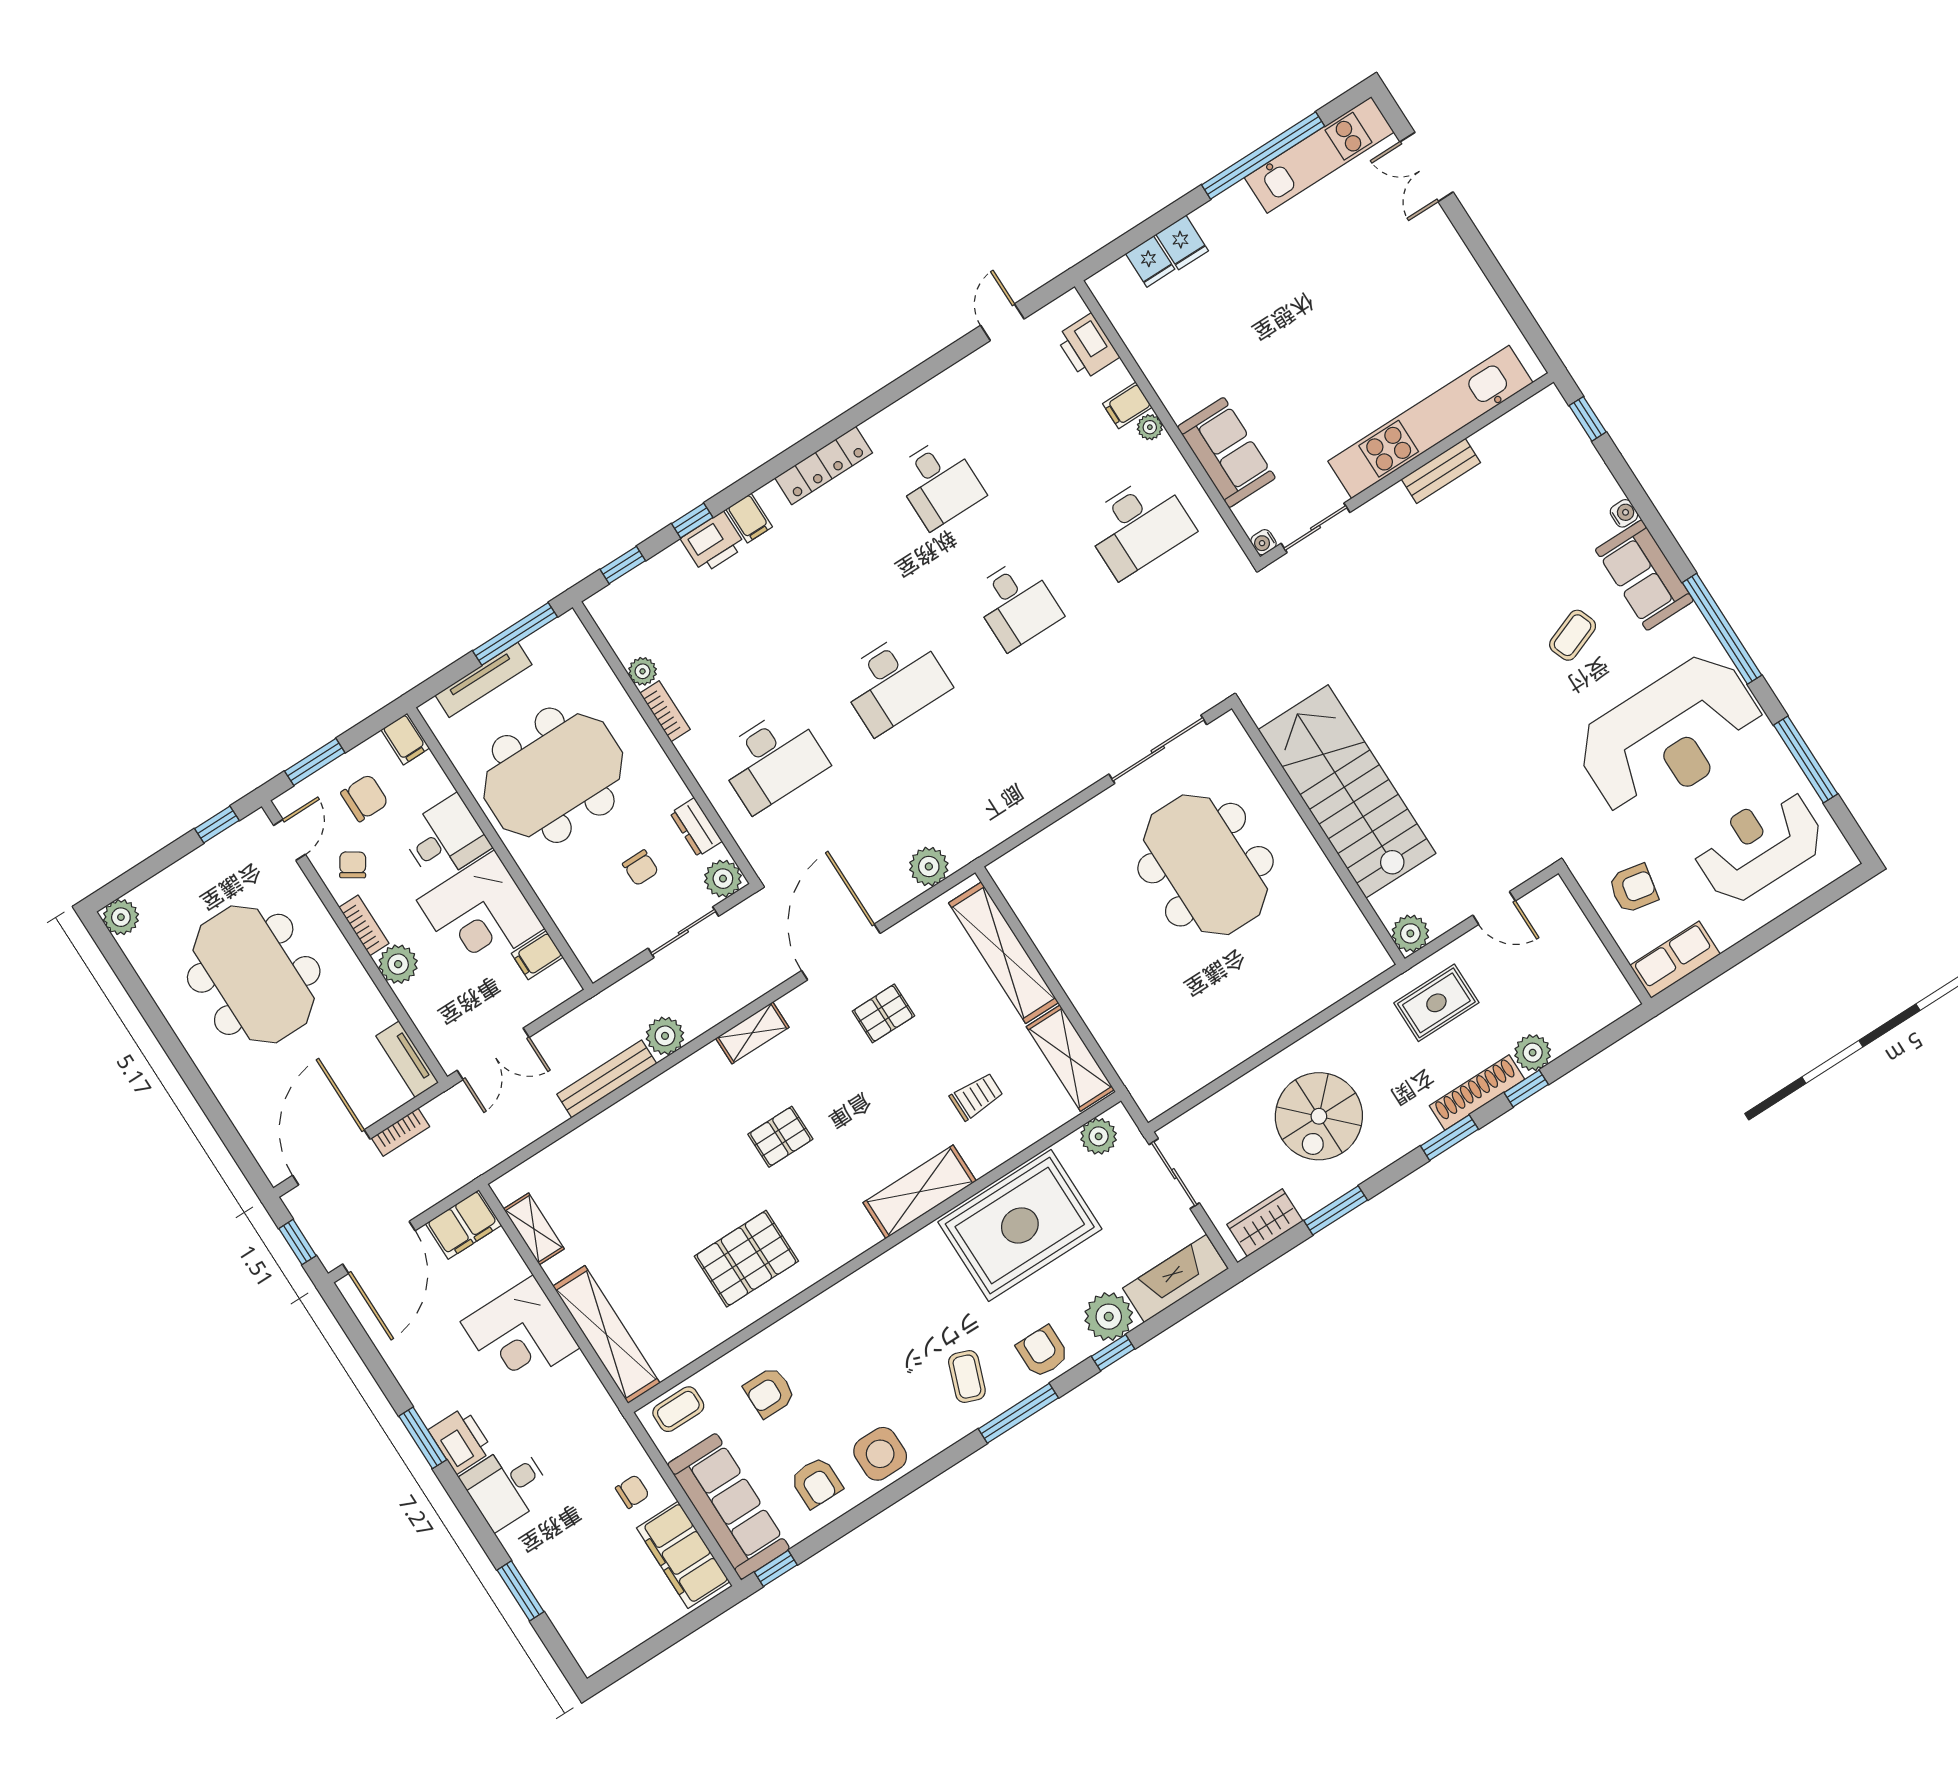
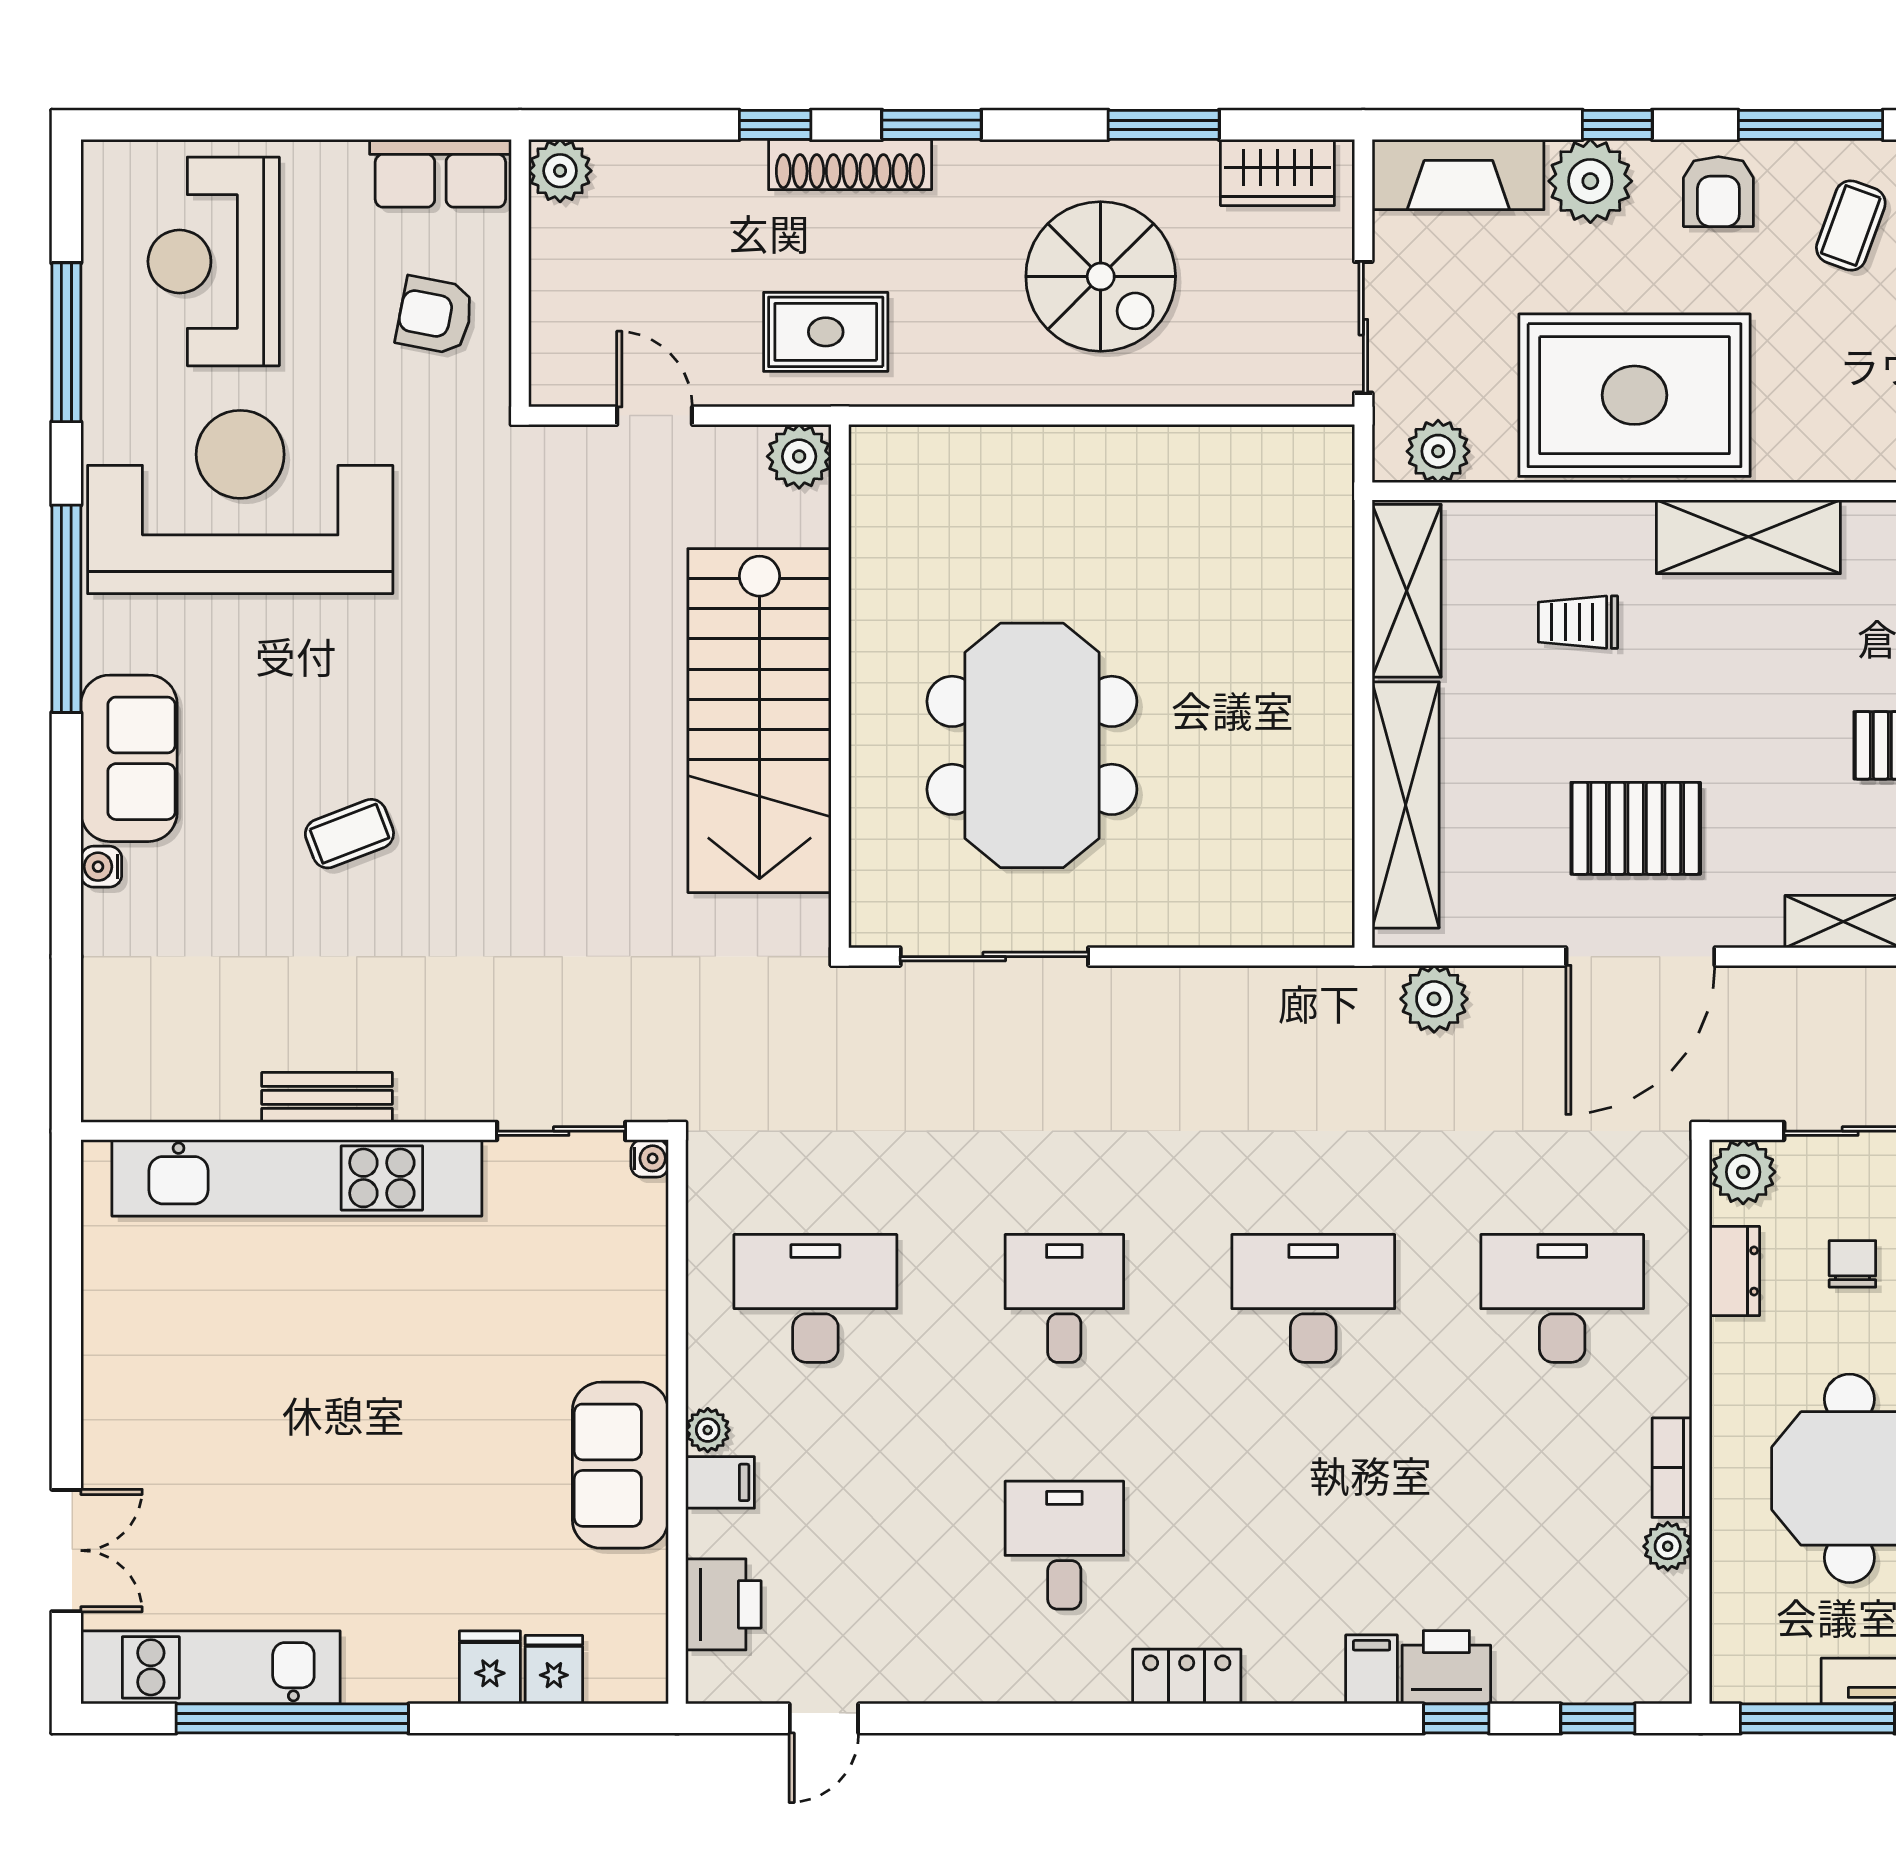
window: (1588, 419) -> (66, 1037), removed
sofa: (1226, 452) -> (620, 1465), moved
locker: (824, 465) -> (1187, 1677), width x0.66
coffee table: (1573, 635) -> (349, 834), moved
reception desk: (1759, 845) -> (214, 261), turned 90
pallet: (883, 1013) -> (1636, 828), width x1.50, depth x1.42
plant: (1533, 1053) -> (560, 171), moved
spiral stairs: (1319, 1116) -> (1101, 276), turned 90

